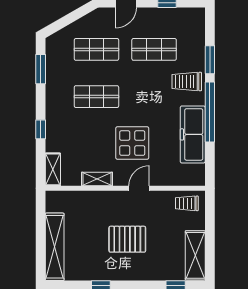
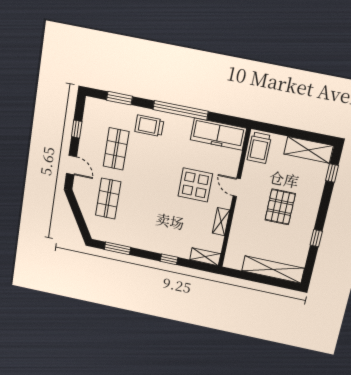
window: (210, 60) -> (120, 98), moved
trolley: (187, 82) -> (149, 126), turned 90
shop shelf: (96, 97) -> (149, 207), removed
freezer: (193, 134) -> (218, 134), moved
trolley: (187, 203) -> (259, 148), width x1.36, depth x1.39

